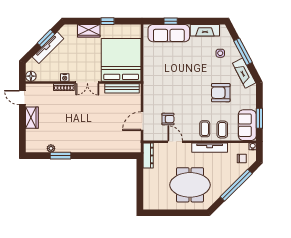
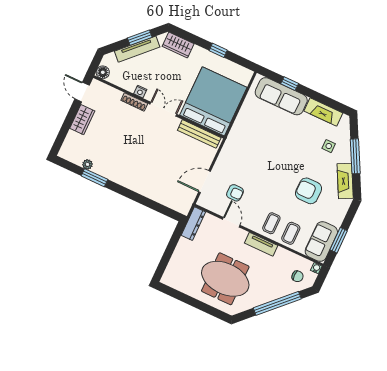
wardrobe: (89, 31) -> (178, 45), moved
double door: (87, 82) -> (163, 109), swing flipped
tv unit: (210, 148) -> (261, 244), width x0.71

